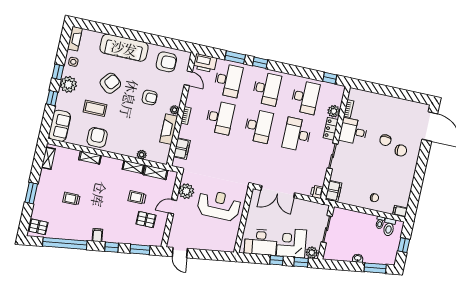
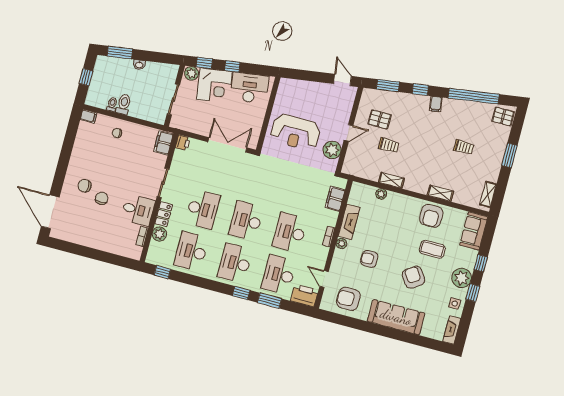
armchair: (110, 83) -> (413, 277), turned 107
shelving: (156, 172) -> (366, 173), removed
toilet: (389, 227) -> (124, 104), moved

